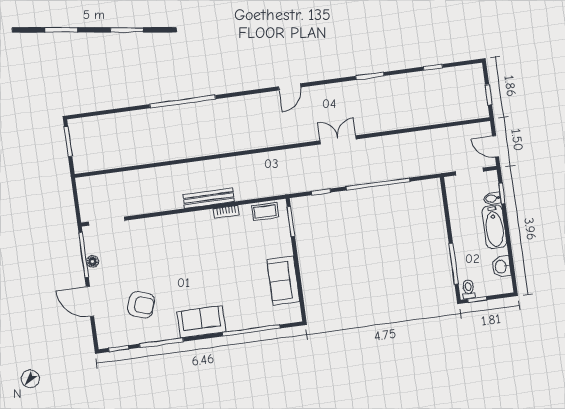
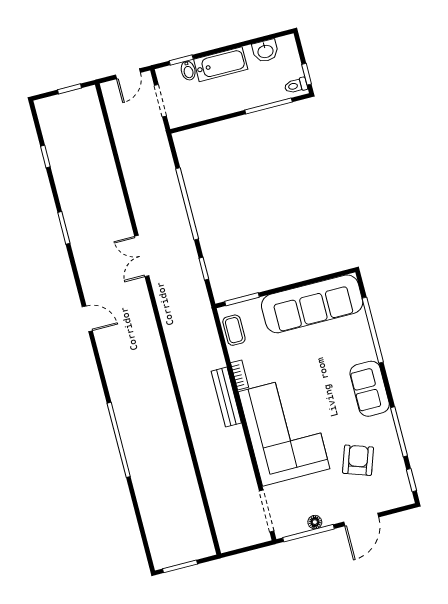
corner sofa: (174, 244) -> (284, 430), added
sofa: (283, 281) -> (312, 304), width x1.85, depth x1.27

